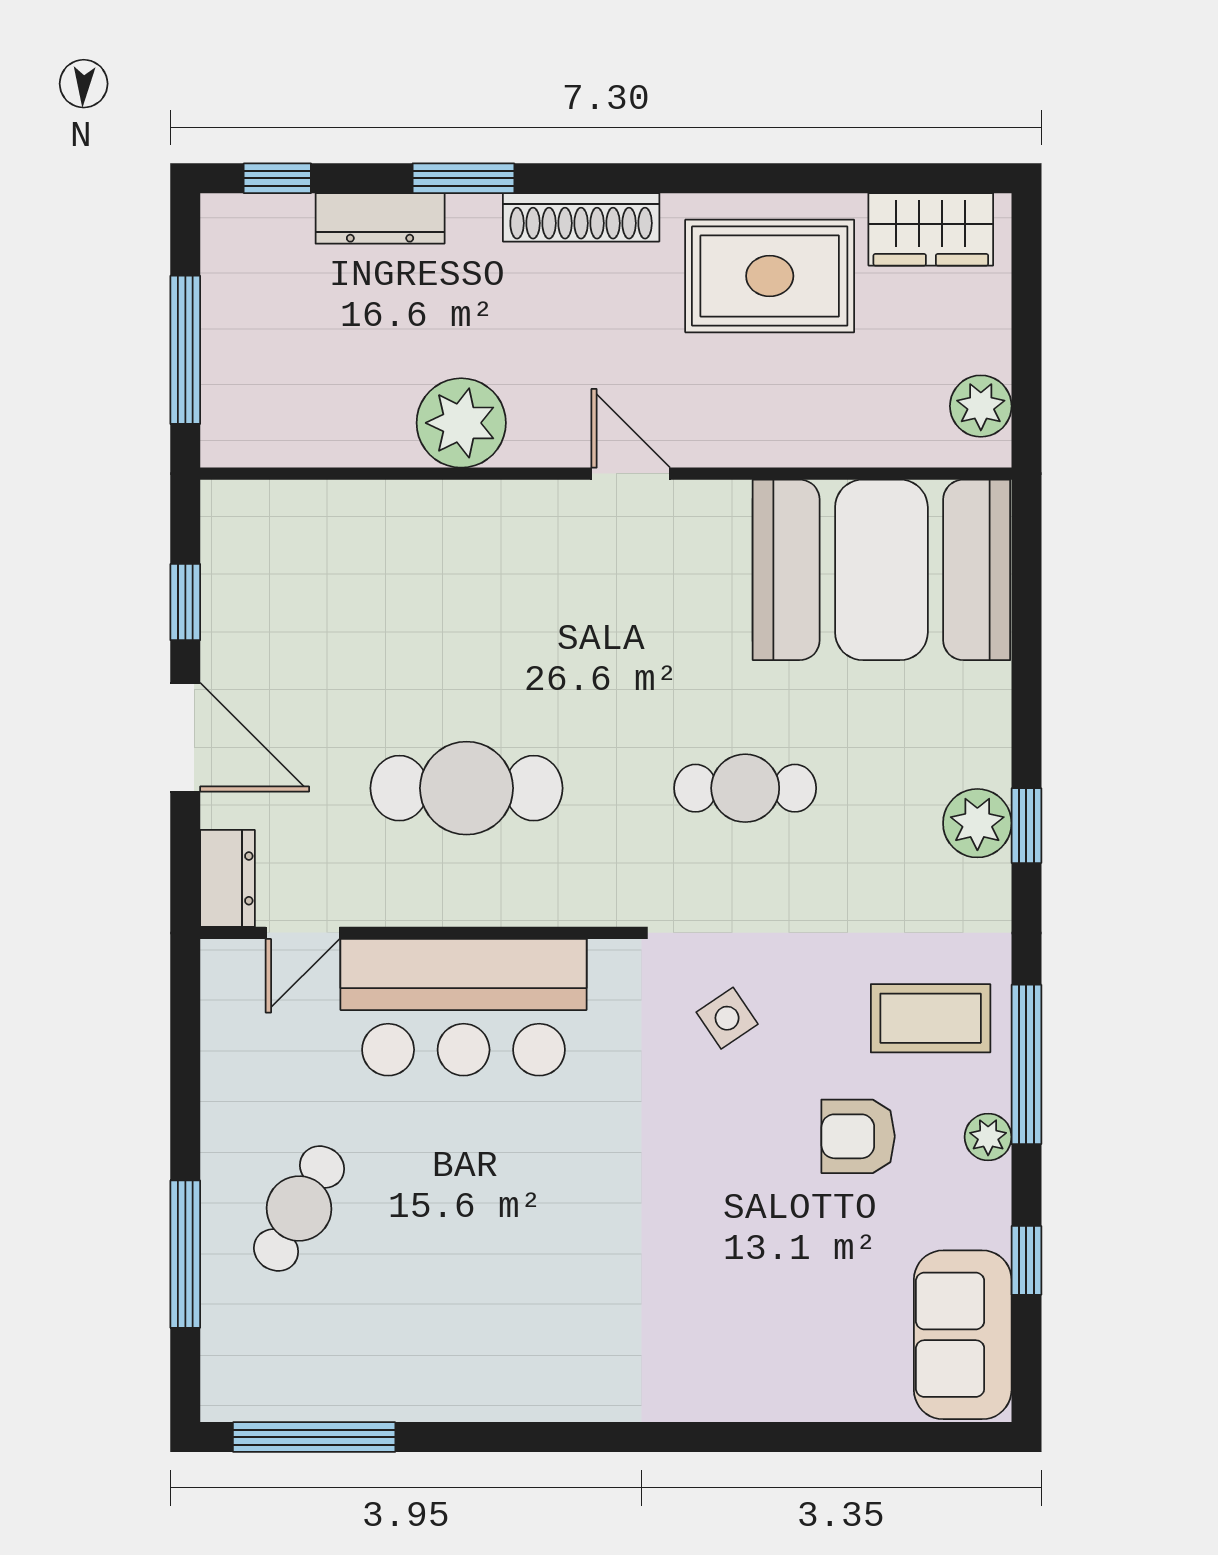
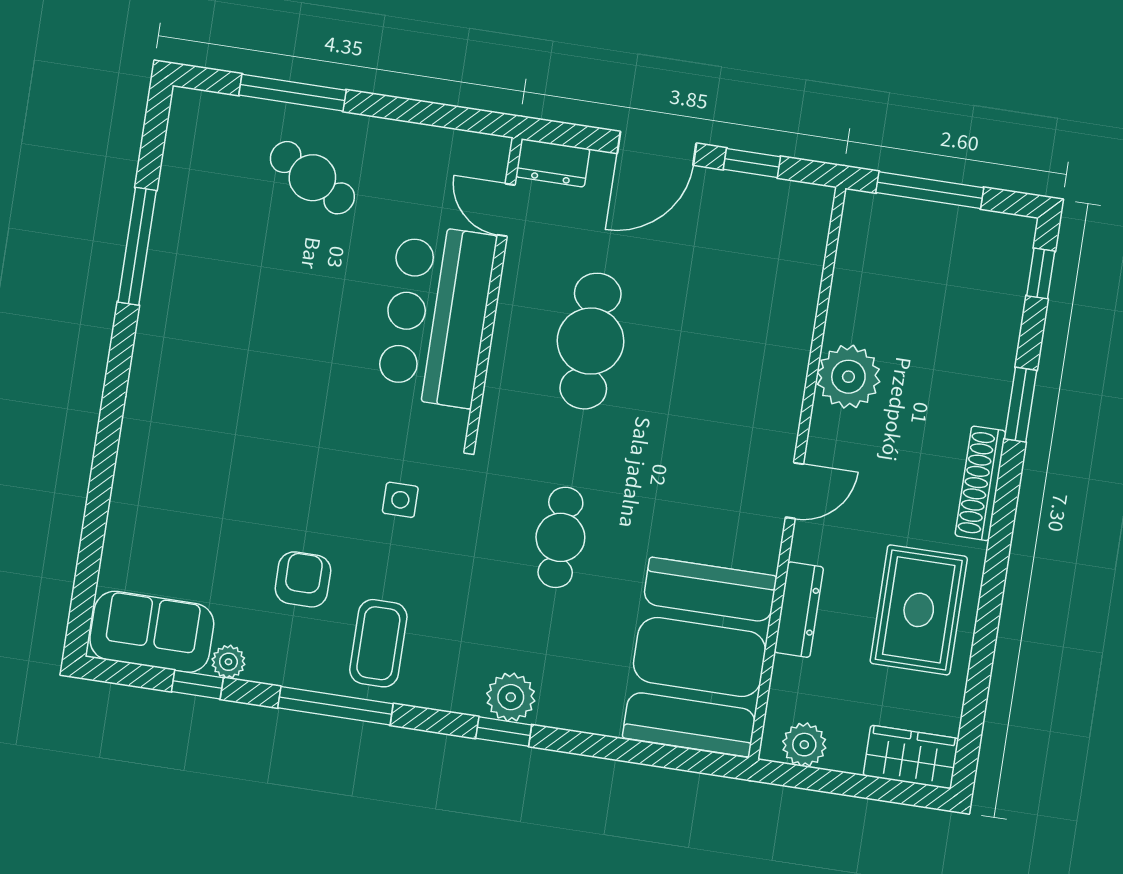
dresser: (380, 218) -> (799, 610), moved, turned 180
wardrobe: (931, 229) -> (911, 757), moved, turned 90
side table: (727, 1018) -> (400, 500), turned 34
plant: (988, 1137) -> (228, 662), moved
window: (314, 1437) -> (137, 246), moved

